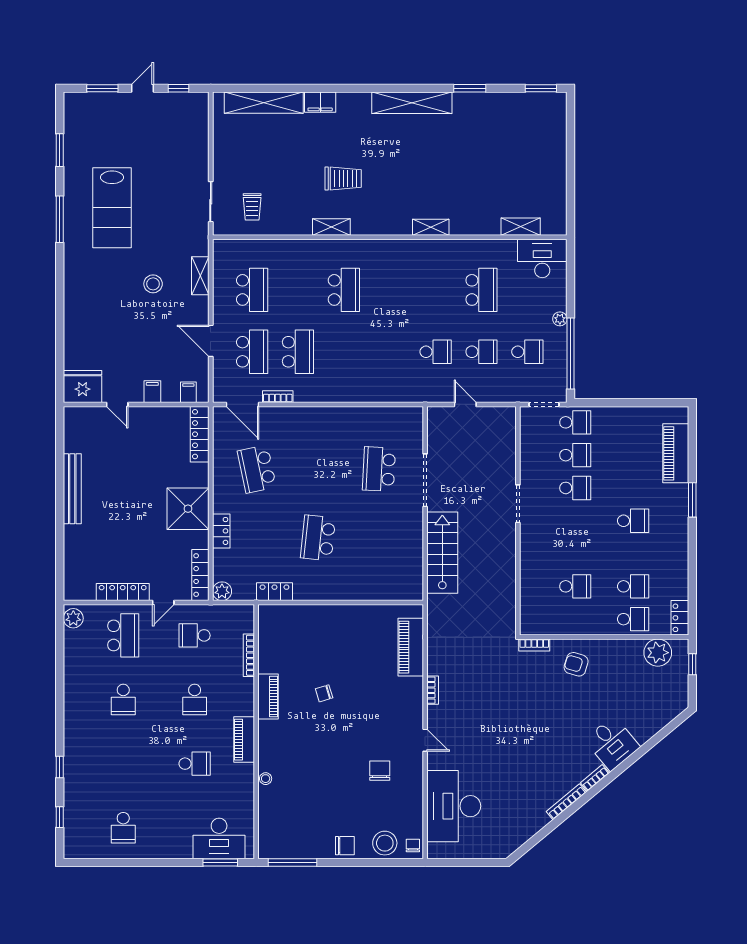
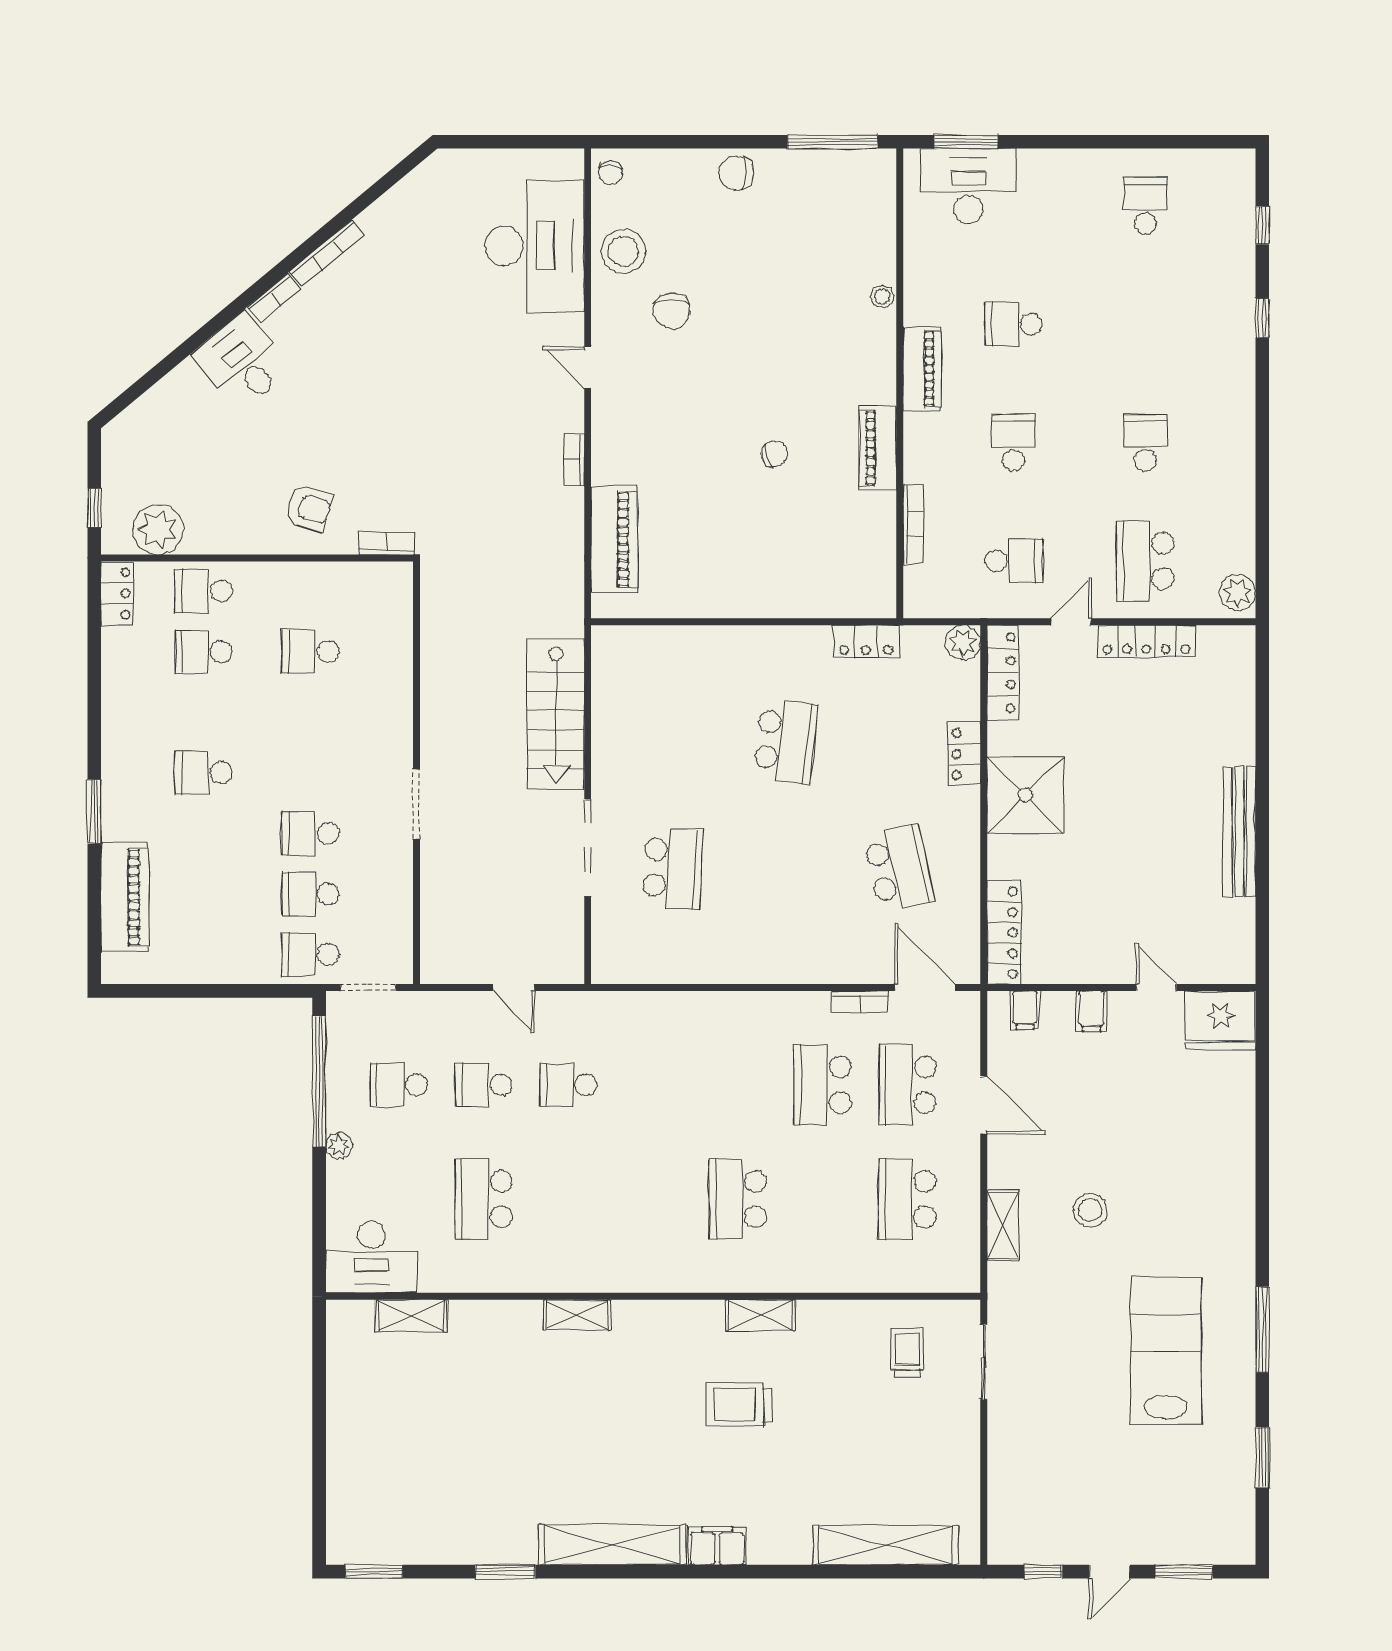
filing cabinet: (320, 102) -> (717, 1546), moved
stool: (385, 843) -> (624, 251), moved

